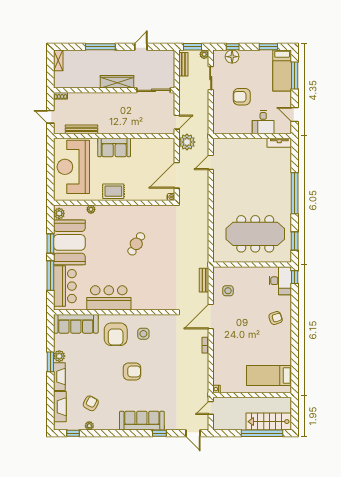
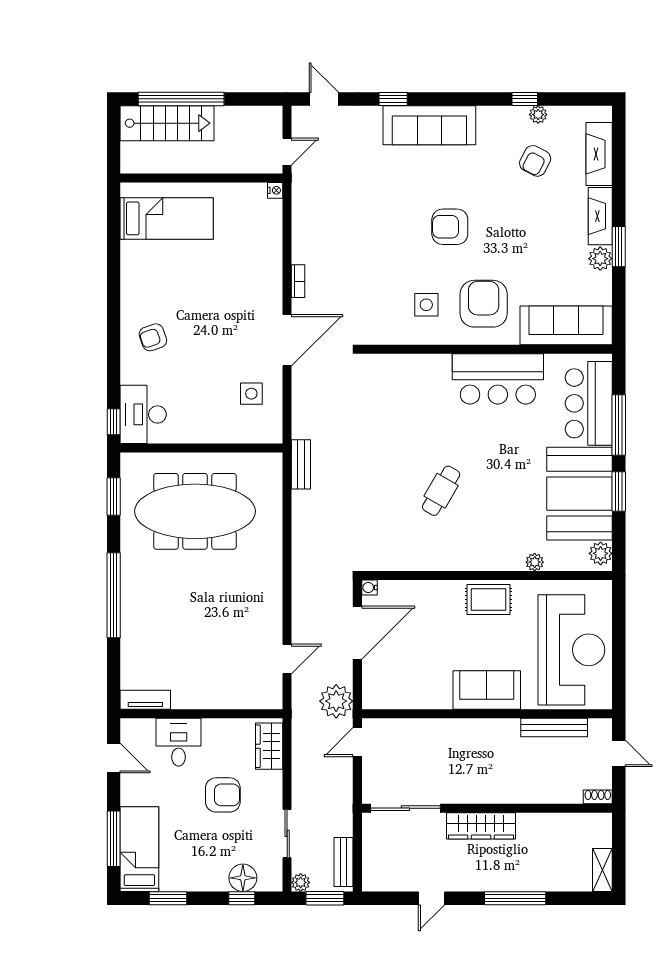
wardrobe: (219, 120) -> (269, 746), added
bench: (204, 280) -> (301, 464), moved
window: (73, 433) -> (525, 99), moved

